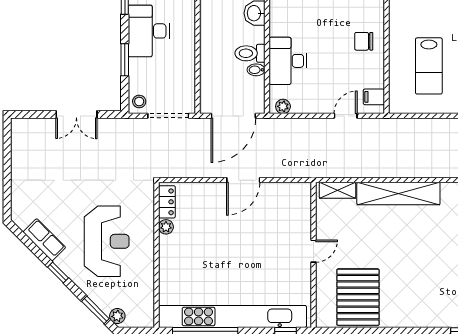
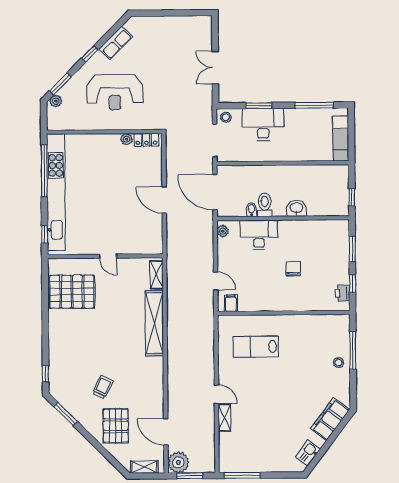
desk: (149, 31) -> (263, 125), moved
chair: (364, 41) -> (293, 269), moved

